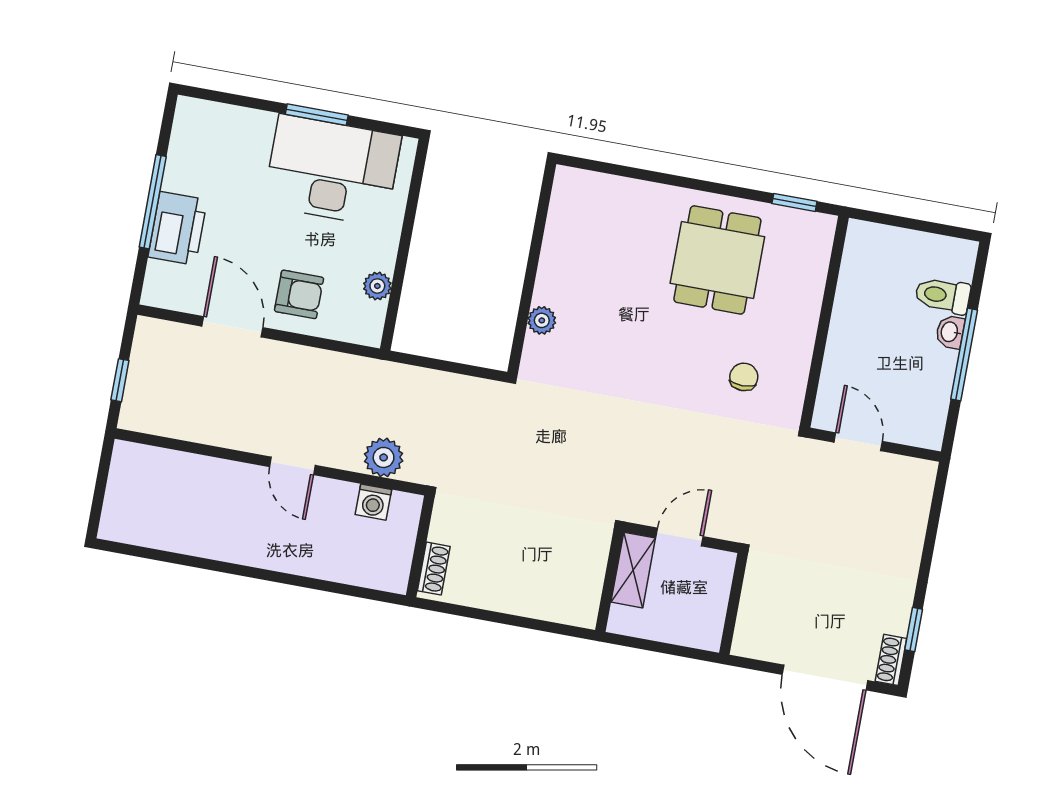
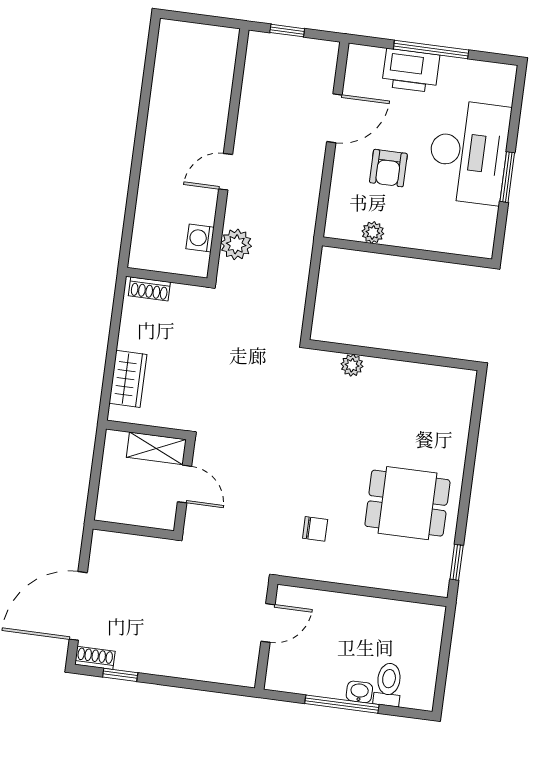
desk: (332, 170) -> (469, 152), moved
armchair: (299, 294) -> (388, 168), moved
wardrobe: (545, 601) -> (128, 379), added

